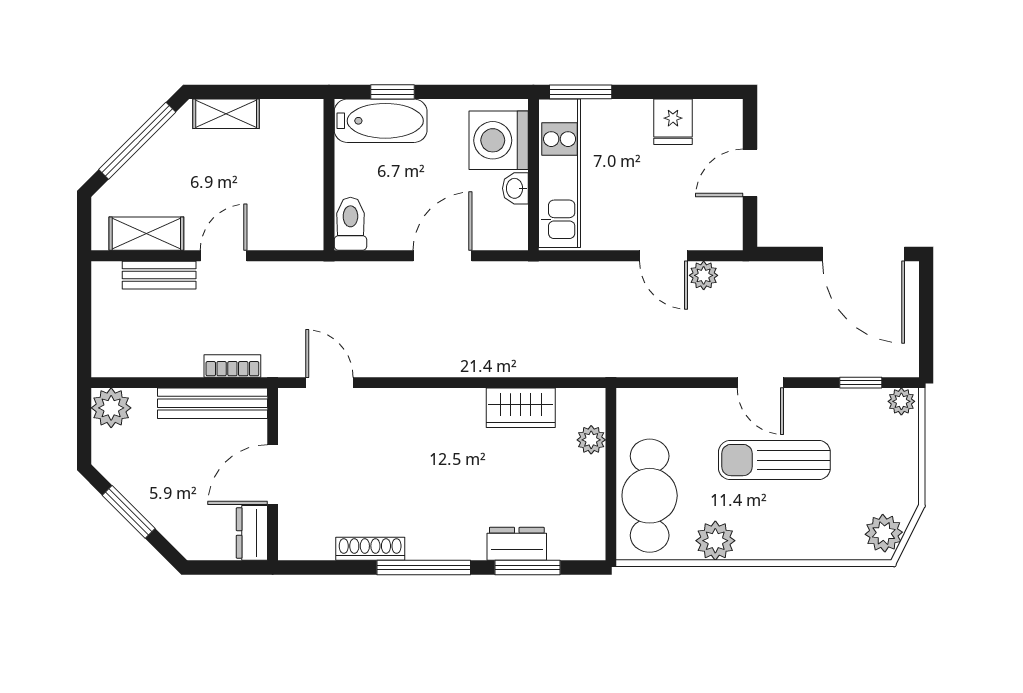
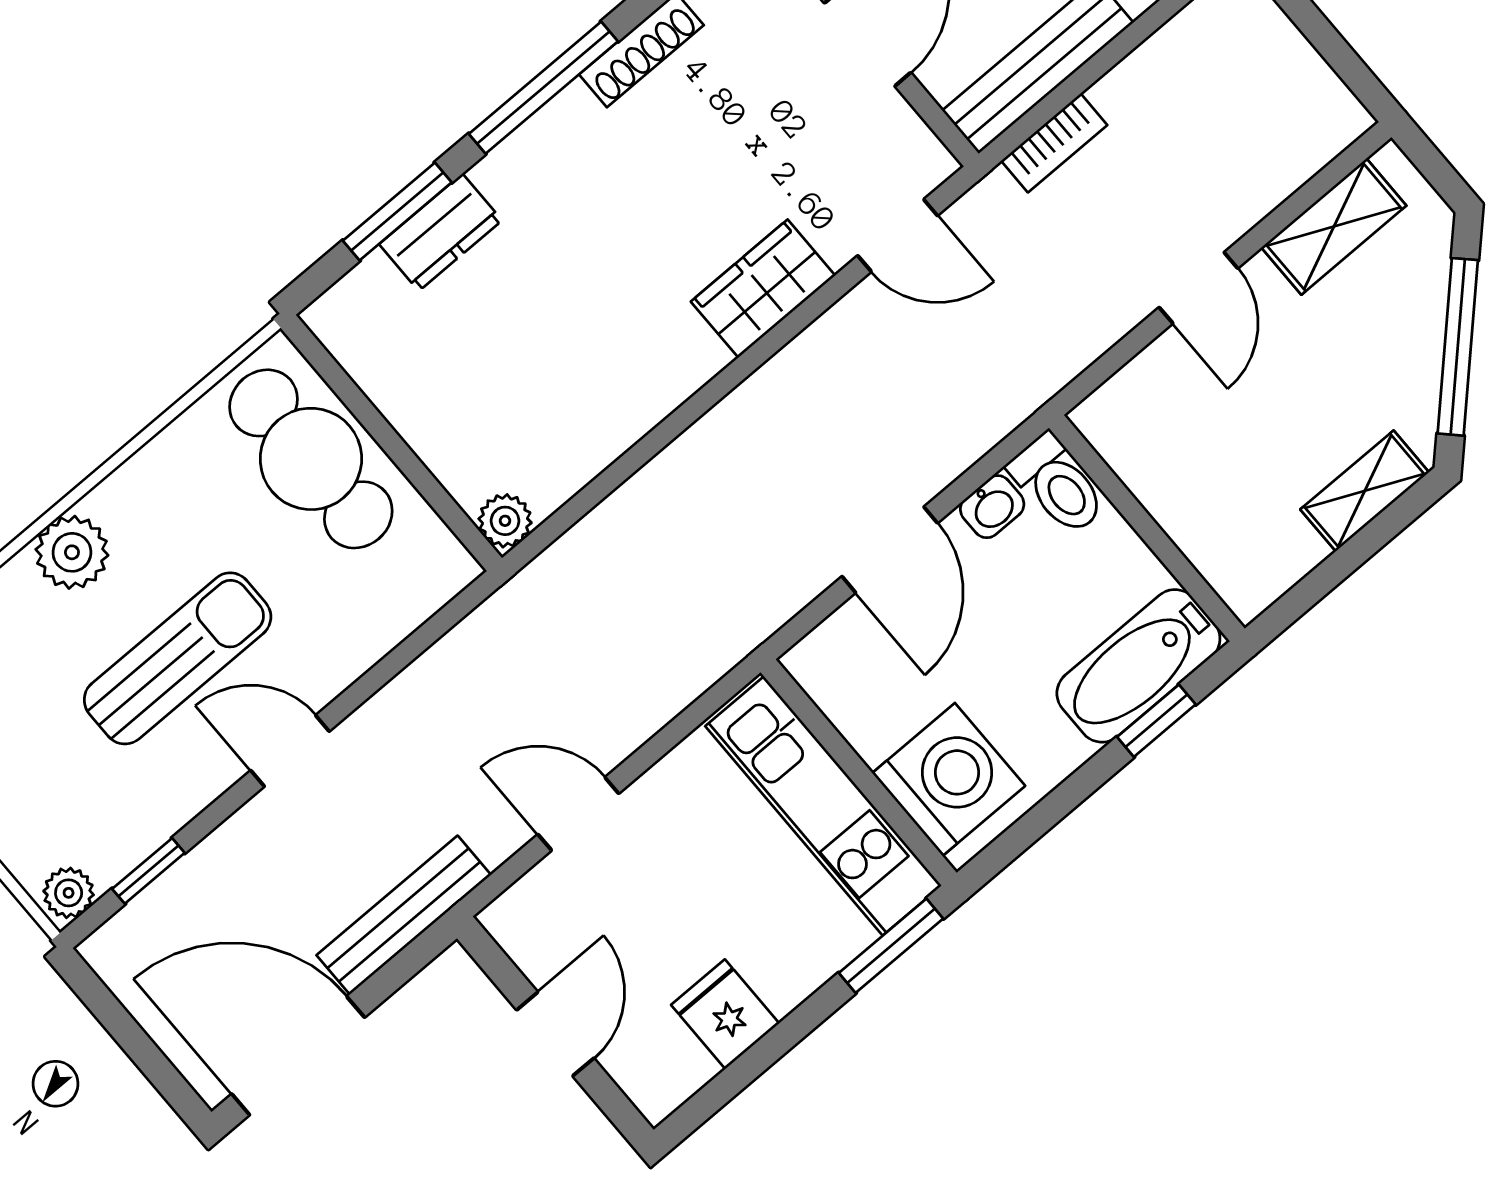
washbasin: (515, 188) -> (992, 507), moved, turned 90
bench: (159, 275) -> (404, 915), moved, width x1.36
plant: (704, 275) -> (498, 834), removed
wardrobe: (521, 408) -> (763, 289), moved
plant: (591, 440) -> (505, 521), moved
plant: (715, 541) -> (72, 552), moved

